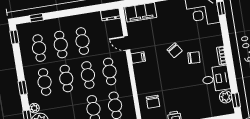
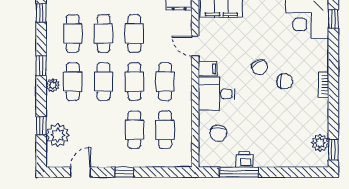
desk: (216, 79) -> (217, 94), moved, turned 180
window: (23, 88) -> (41, 66), moved
plant: (34, 108) -> (53, 85), moved

